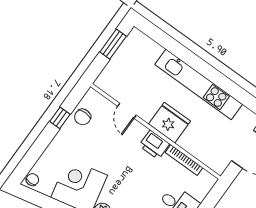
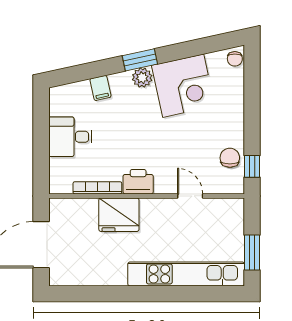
kitchen unit: (199, 84) -> (186, 274), moved
window: (60, 118) -> (252, 166), moved
fridge: (169, 123) -> (119, 215), moved

